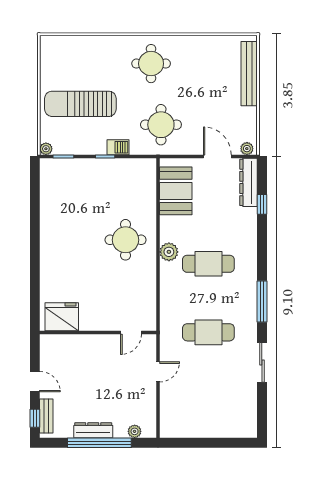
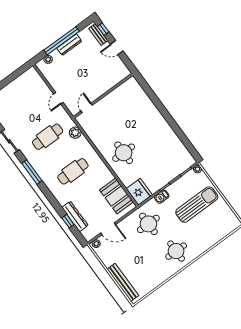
dresser: (249, 182) -> (75, 216), moved
plant: (169, 252) -> (75, 133), moved
fridge: (62, 317) -> (139, 192), moved, turned -90

